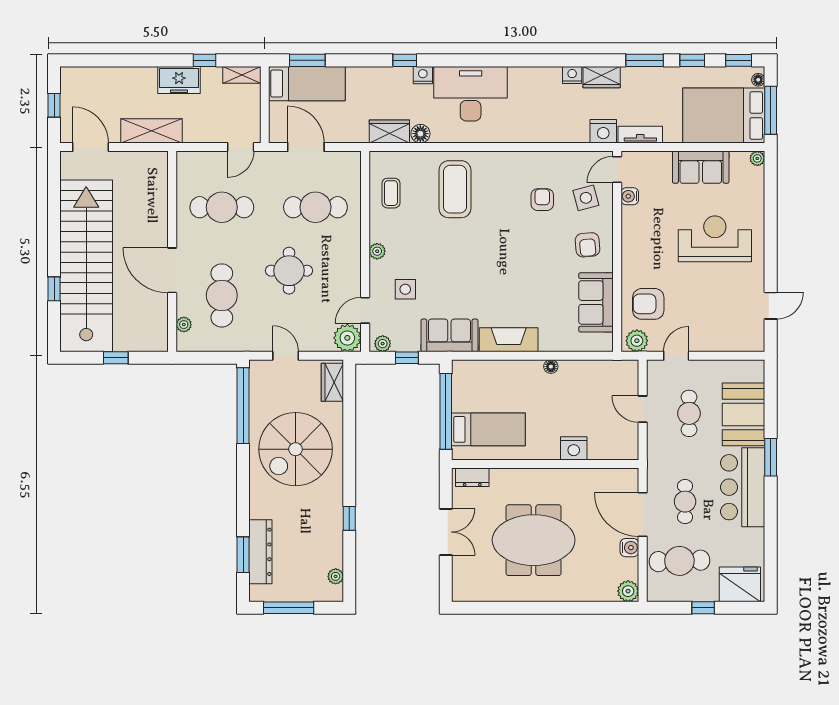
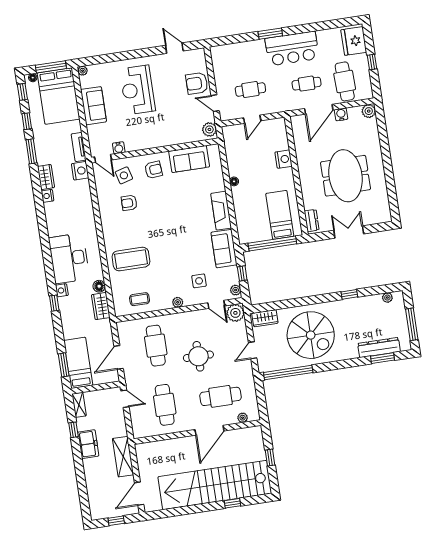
armchair: (648, 304) -> (197, 83), moved, turned 90
booth: (744, 414) -> (246, 55), removed

